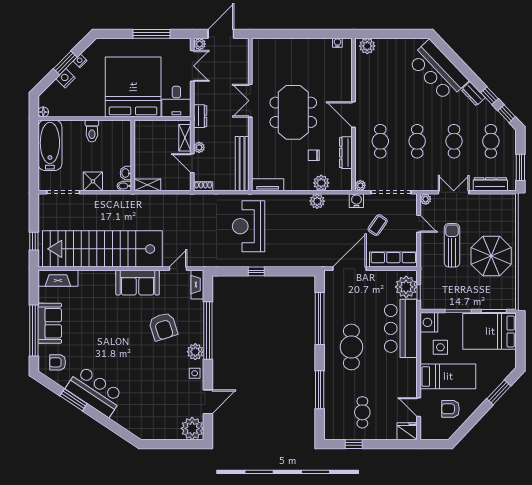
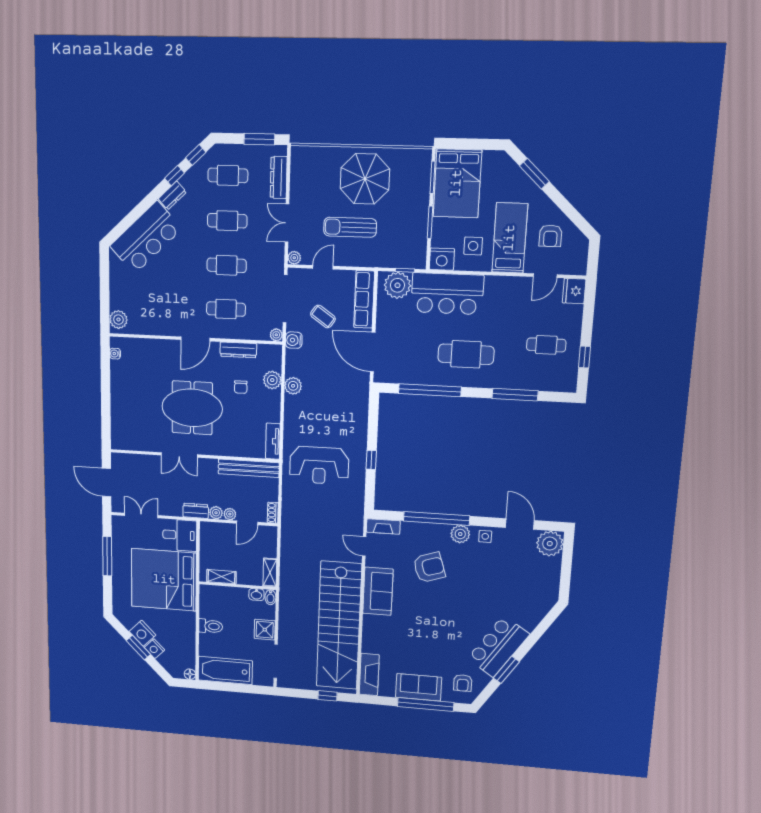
plant: (200, 44) -> (216, 513), moved
nightstand: (80, 61) -> (142, 633), width x1.89, depth x1.79
shelving: (185, 138) -> (221, 577), moved

